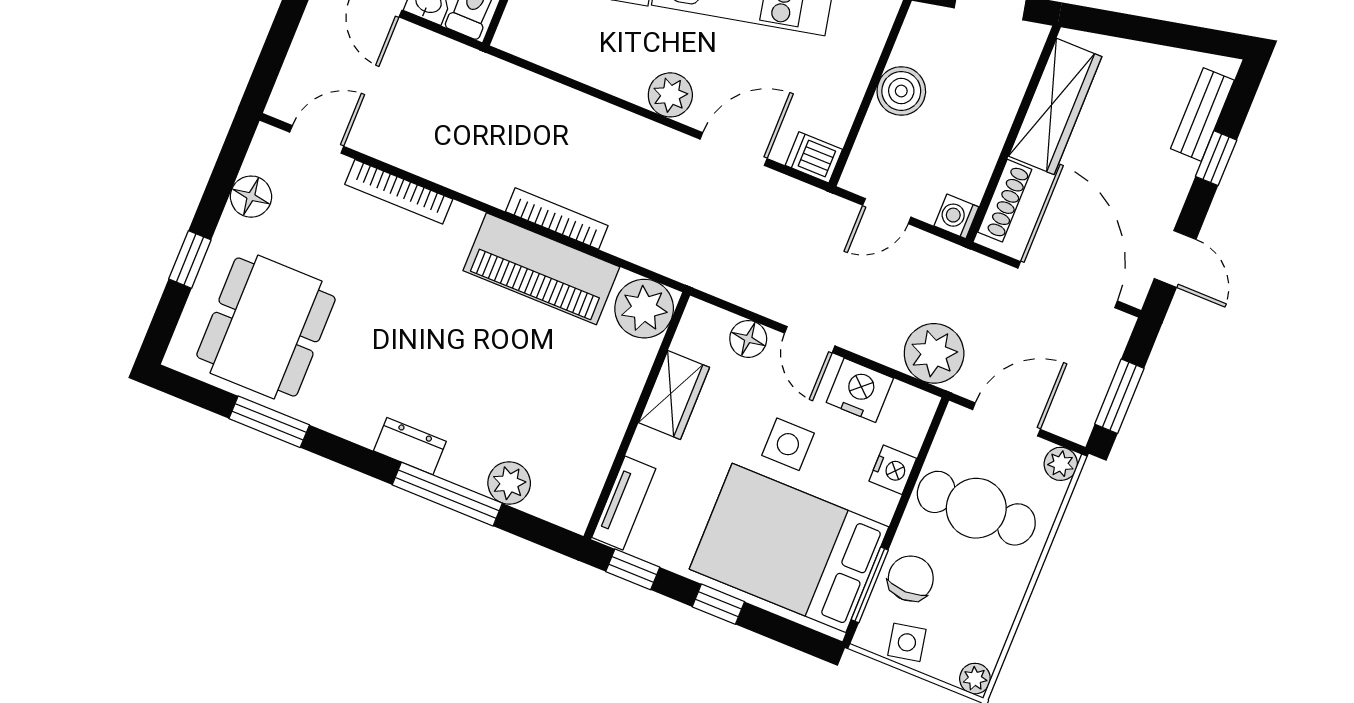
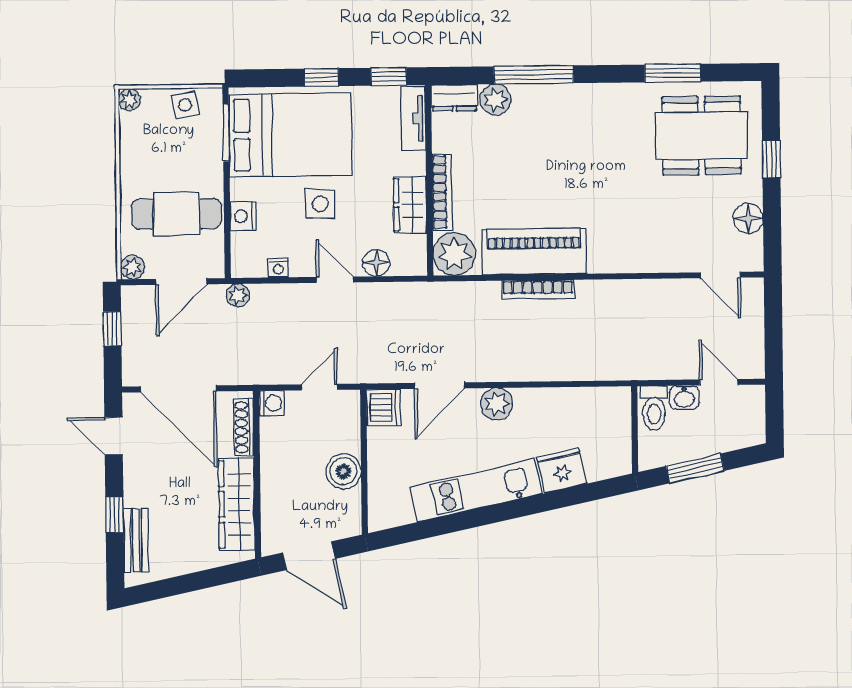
door: (317, 139) -> (720, 275), hinge flipped
dishwasher: (814, 157) -> (383, 408), width x1.38
bookcase: (399, 192) -> (442, 192), moved, turned 90
dining table: (266, 327) -> (702, 135), turned 90
plant: (934, 353) -> (238, 295), width x0.53, depth x0.53
nightstand: (860, 390) -> (278, 268), width x0.53, depth x0.56
window: (1119, 396) -> (112, 329), width x0.67
dresser: (410, 446) -> (454, 98), moved
chair: (911, 578) -> (200, 149), removed

